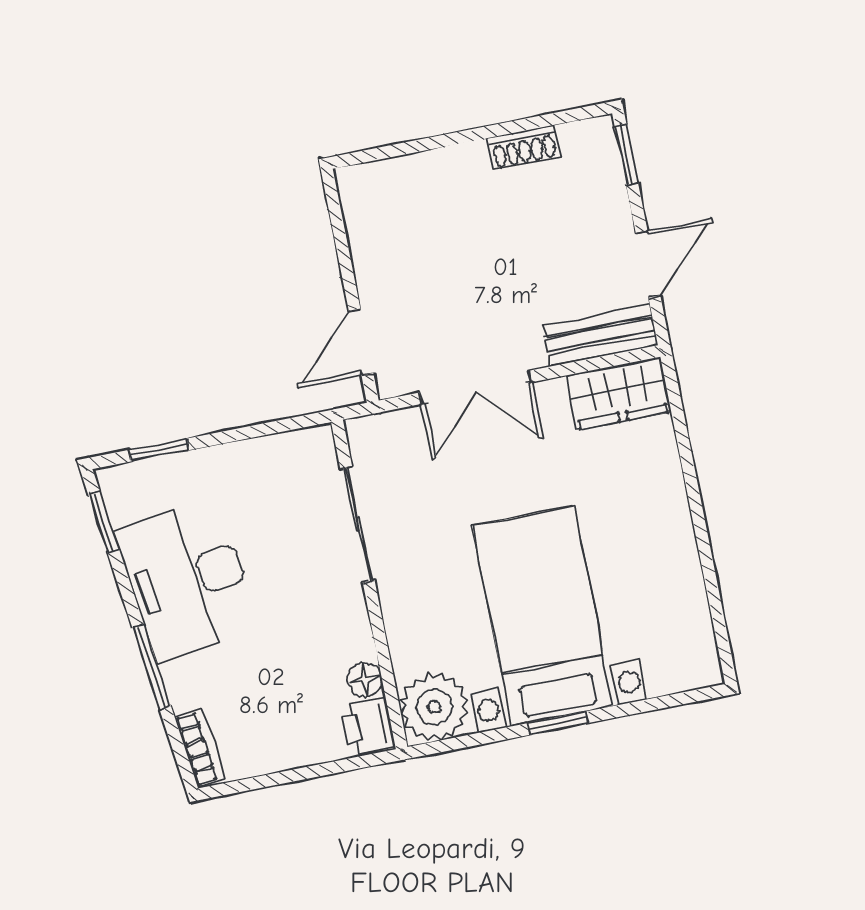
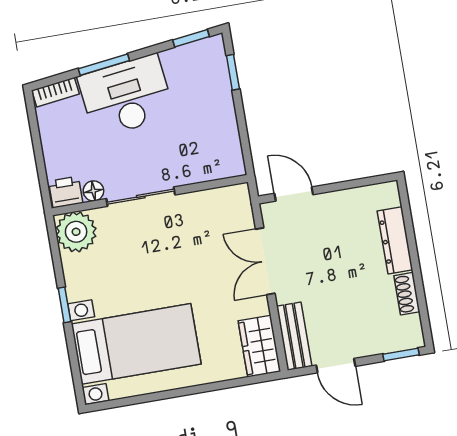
dresser: (435, 170) -> (395, 240), added
sliding door: (357, 524) -> (141, 197), moved
desk: (187, 579) -> (126, 96), moved
bed with nightstands: (543, 616) -> (136, 344), moved

